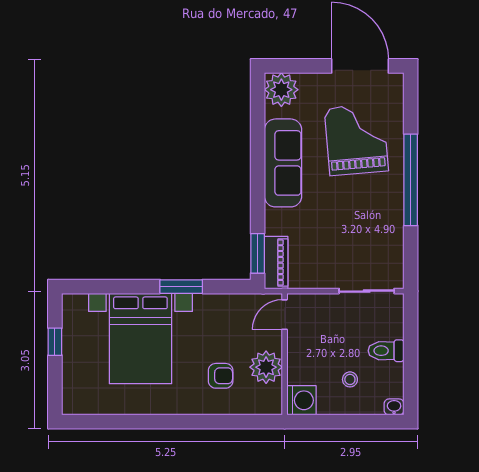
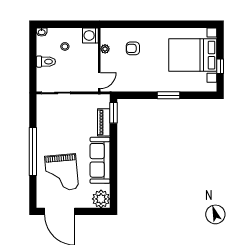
piano: (276, 263) -> (104, 122), moved
window: (181, 287) -> (168, 95), moved
bed with nightstands: (140, 339) -> (193, 55), moved, turned -90
plant: (266, 367) -> (105, 49), width x0.53, depth x0.53

